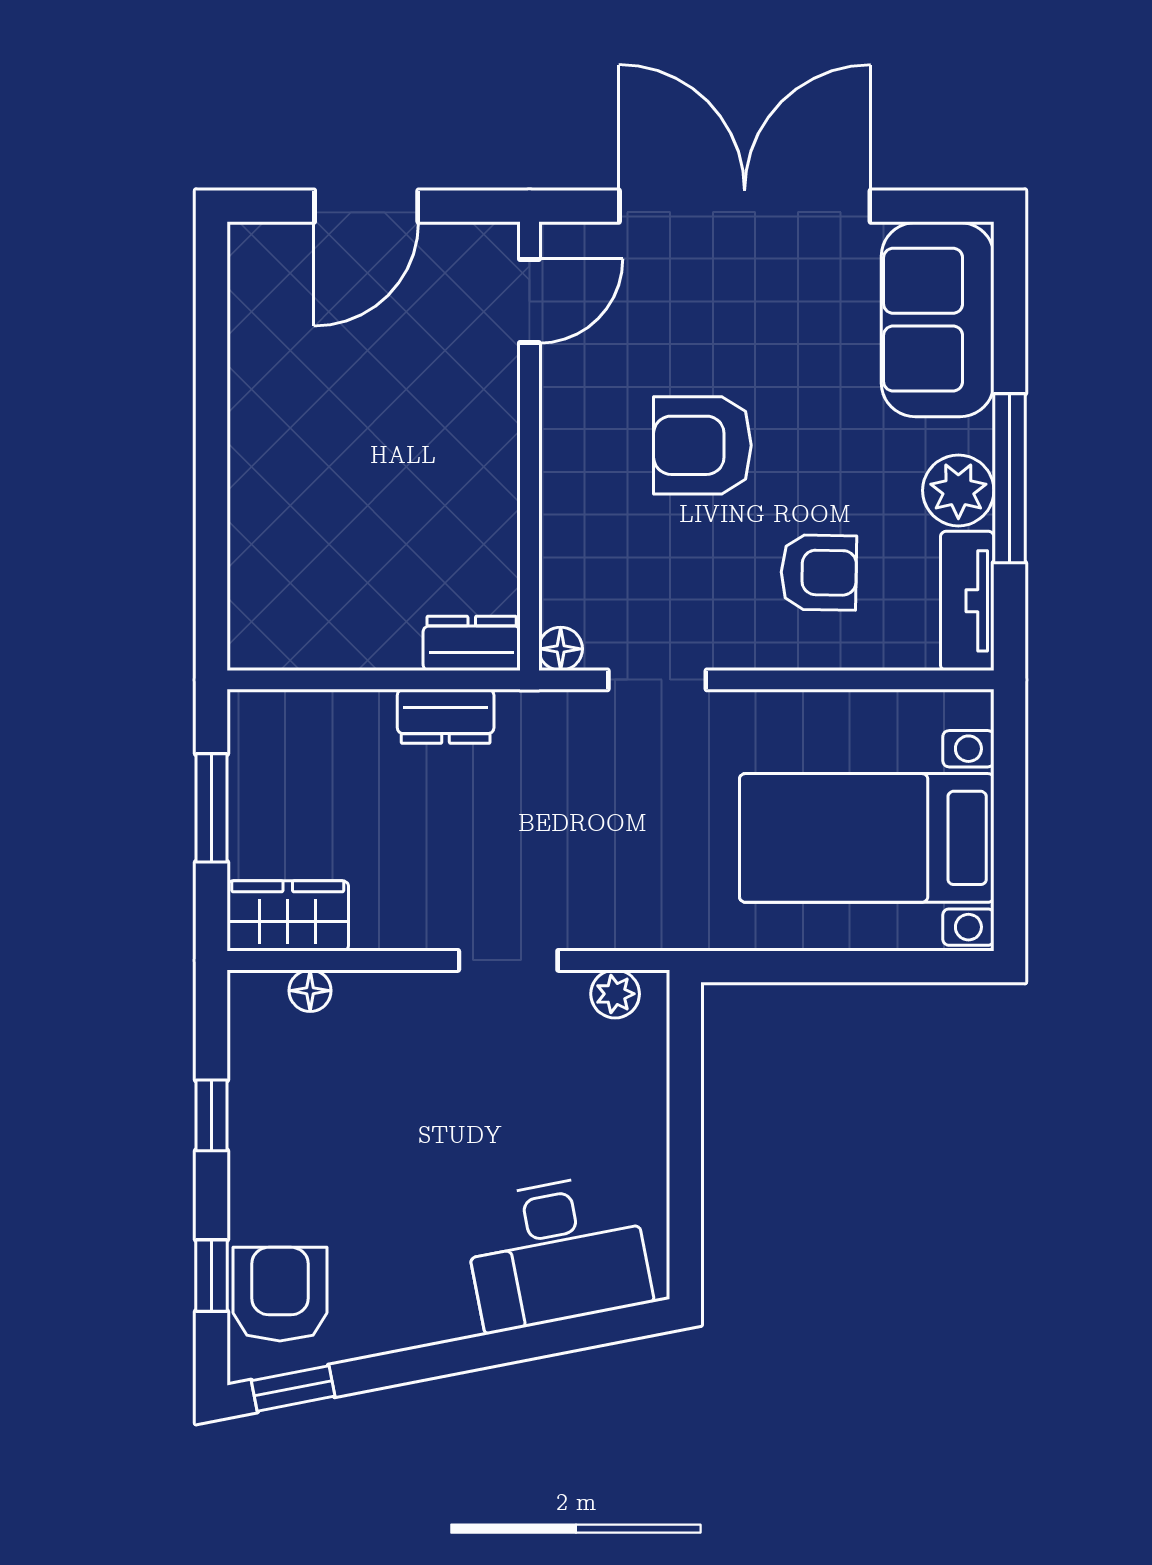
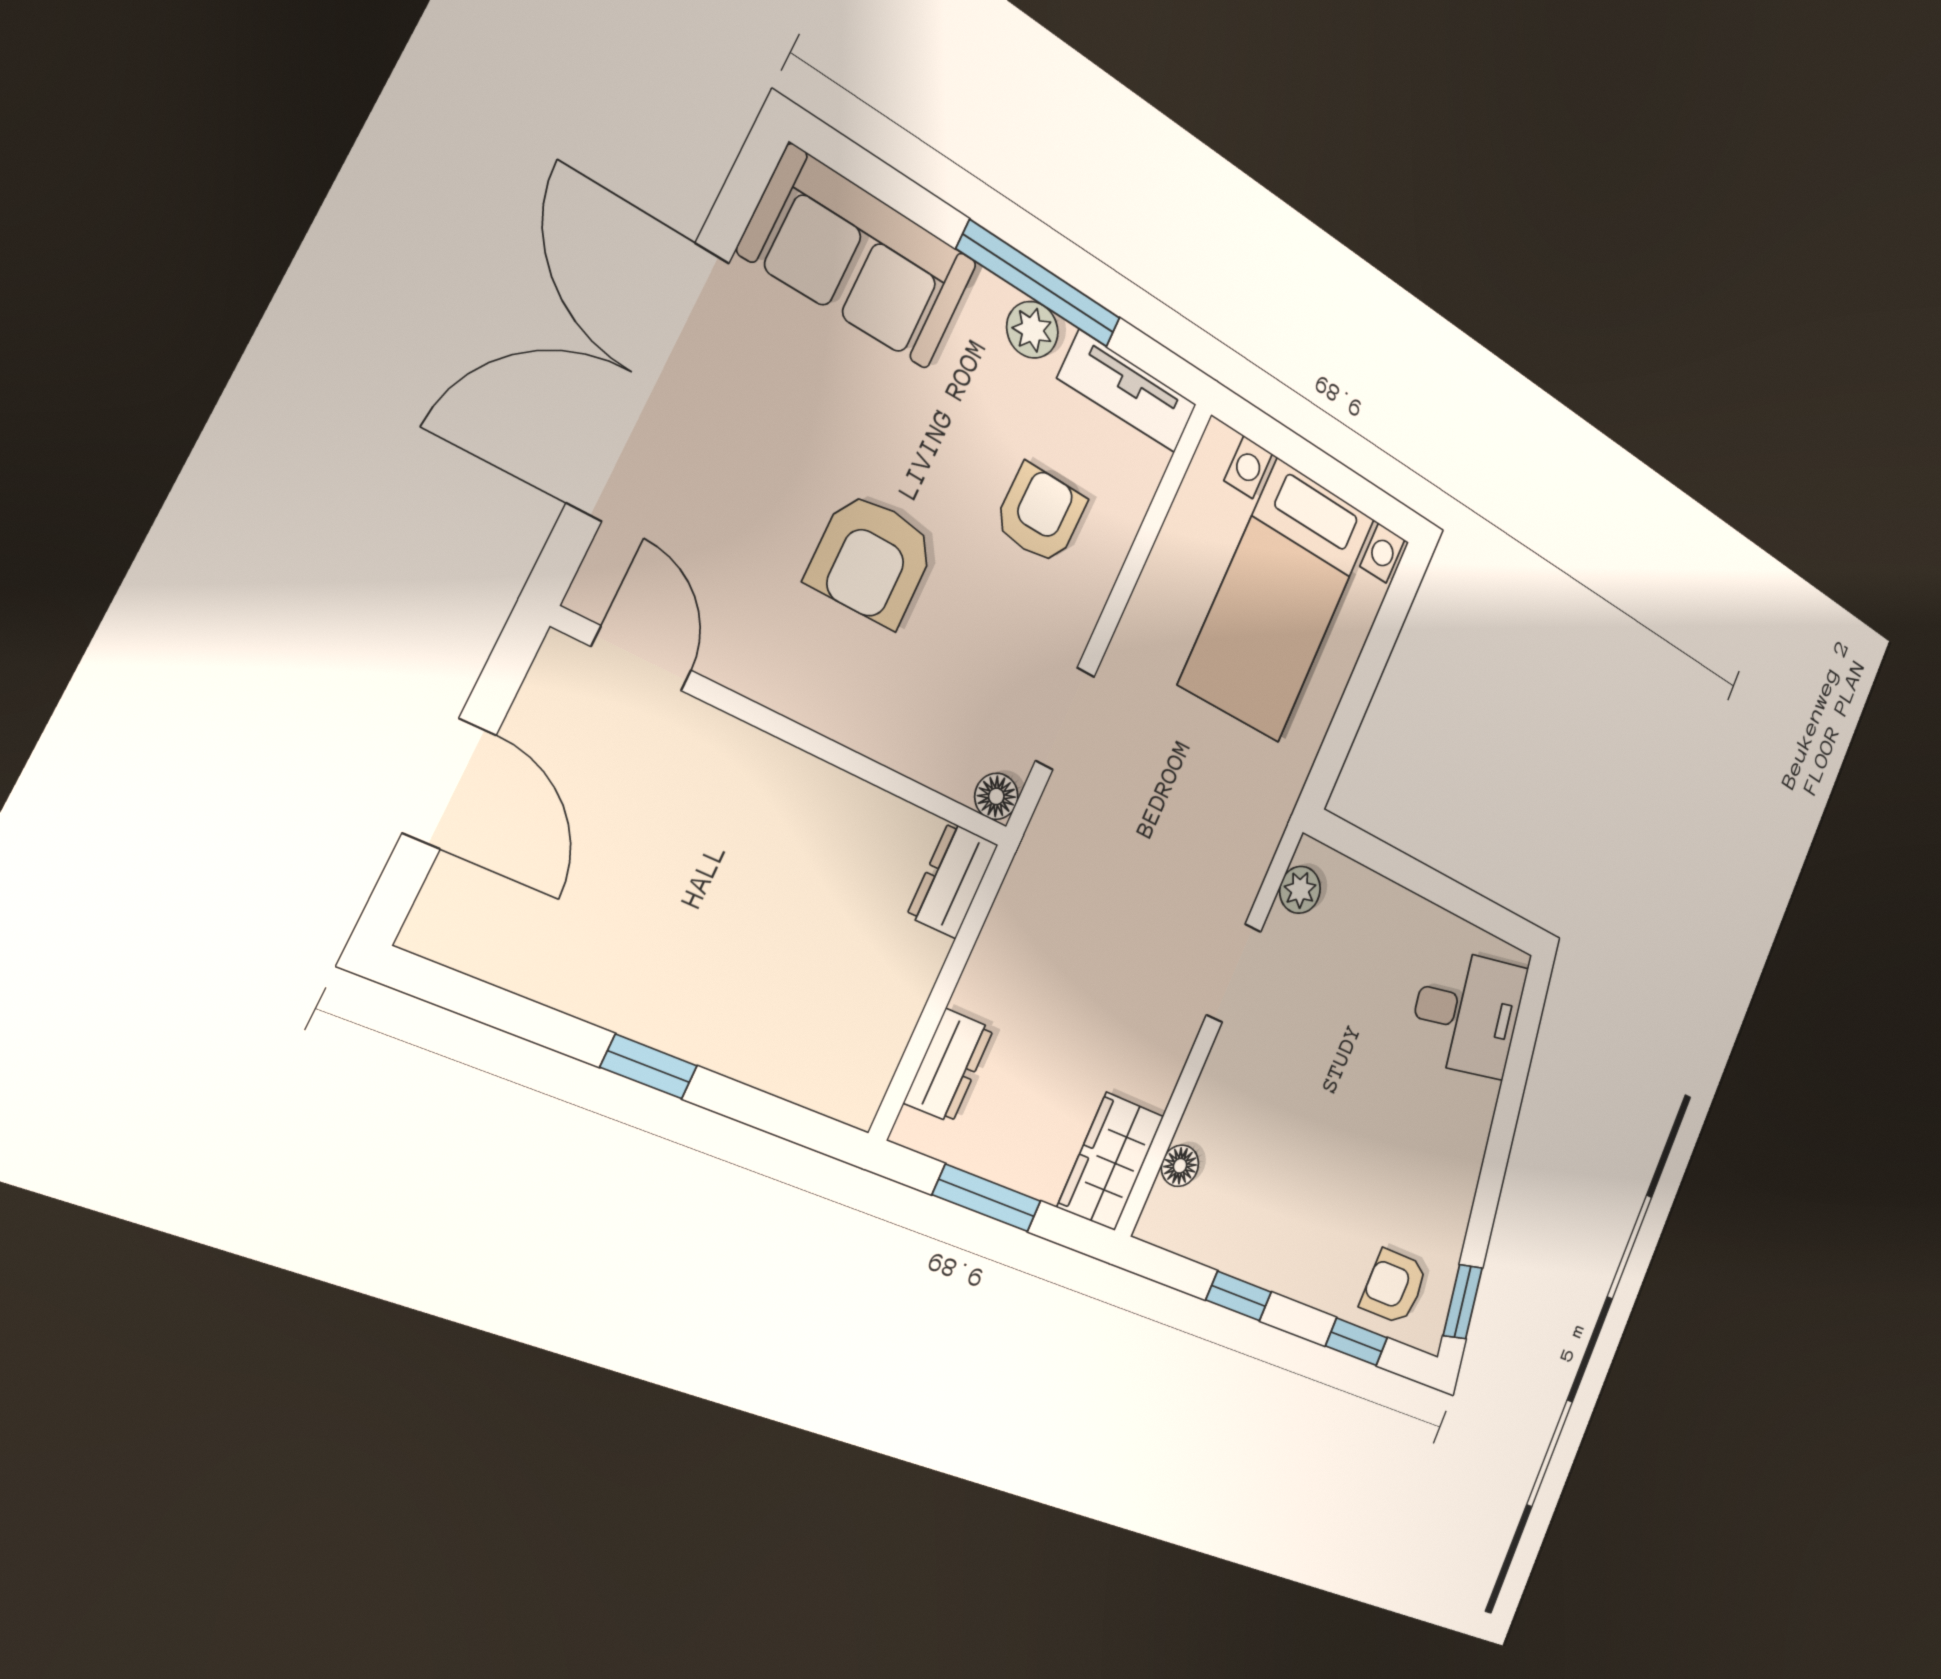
window: (212, 458) -> (649, 1067), added
plant: (958, 490) -> (1032, 330), width x0.73, depth x0.73
dresser: (446, 716) -> (949, 1066), moved
desk: (557, 1252) -> (1467, 1013), width x0.73
armchair: (280, 1294) -> (1394, 1287), width x0.72, depth x0.72

